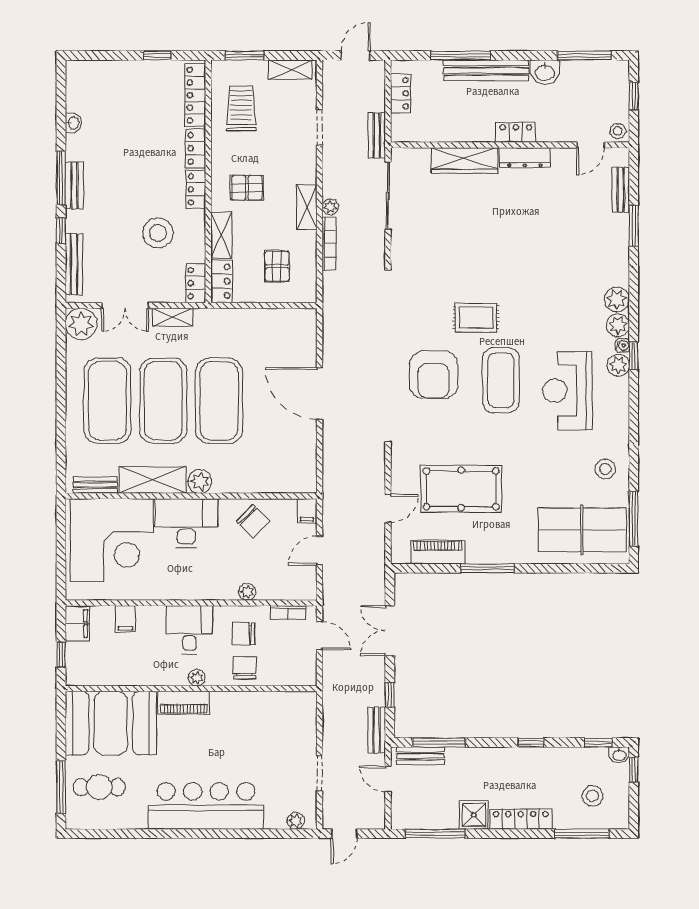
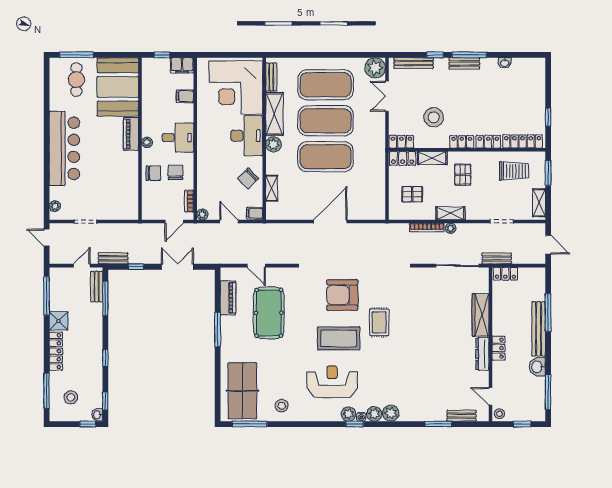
locker: (401, 93) -> (505, 274), moved
shelving: (172, 317) -> (272, 188), moved
plant: (247, 592) -> (202, 214), moved

